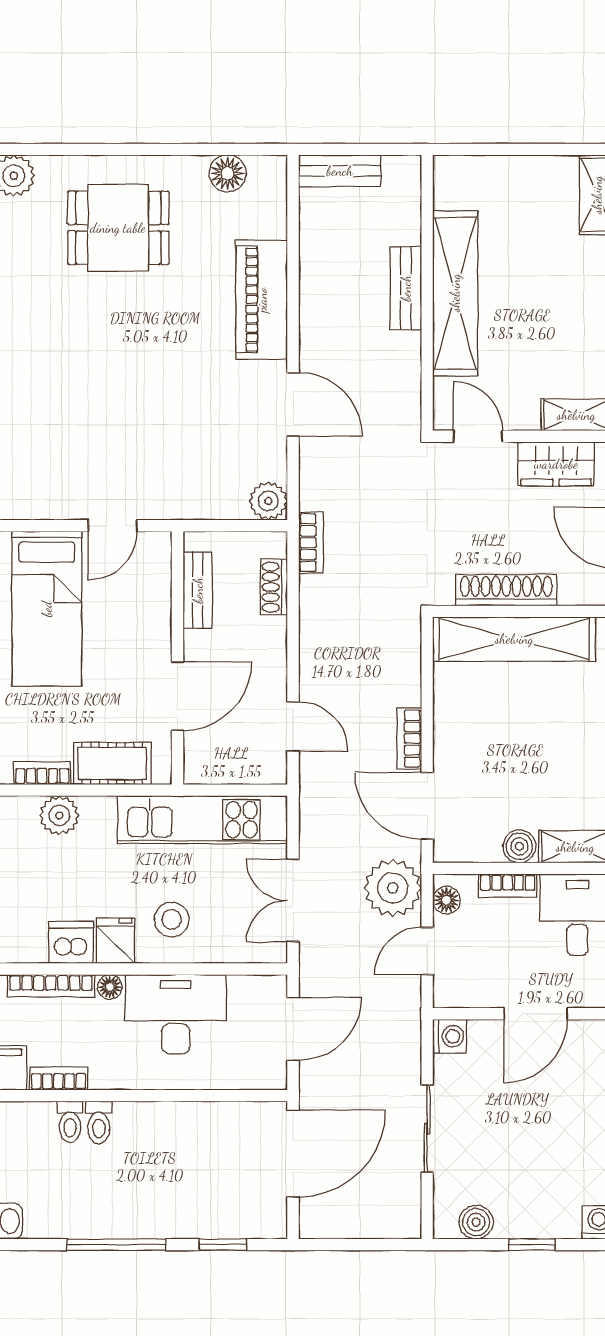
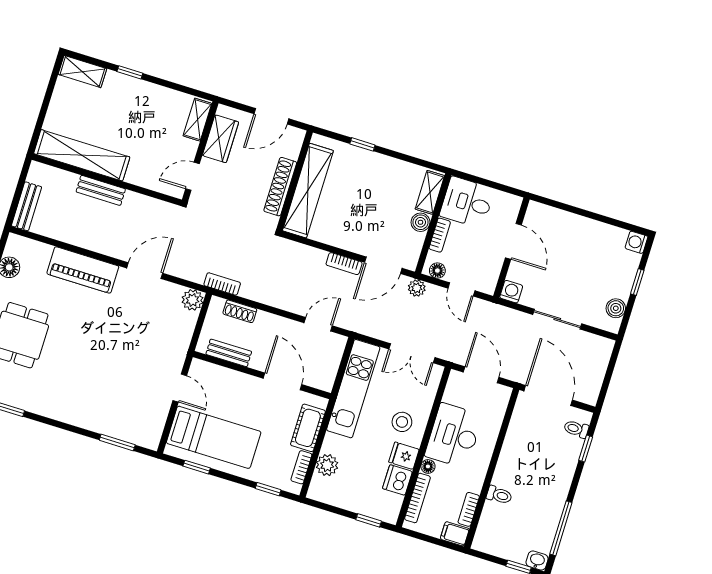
shelving: (455, 293) -> (82, 155), moved
plant: (393, 888) -> (417, 288), width x0.53, depth x0.53
toilet: (70, 1122) -> (576, 429), moved, turned 180
window: (116, 1245) -> (561, 528), moved

